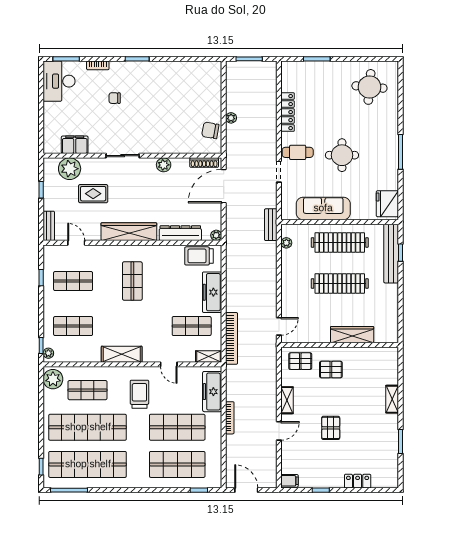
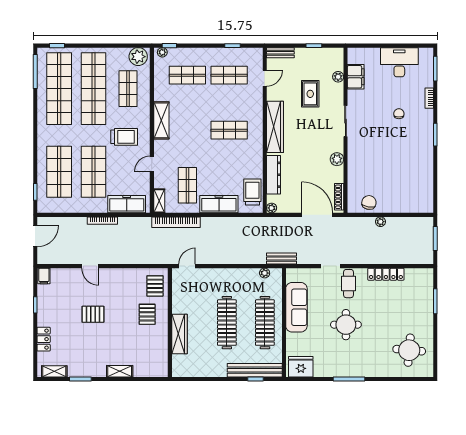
desk: (59, 81) -> (399, 62), moved
plant: (70, 169) -> (338, 77), width x0.53, depth x0.53
shop shelf: (73, 281) -> (229, 75), turned 90
shop shelf: (73, 326) -> (187, 75), turned 90
door: (279, 326) -> (187, 266), swing flipped
shelving: (287, 400) -> (54, 371), moved

